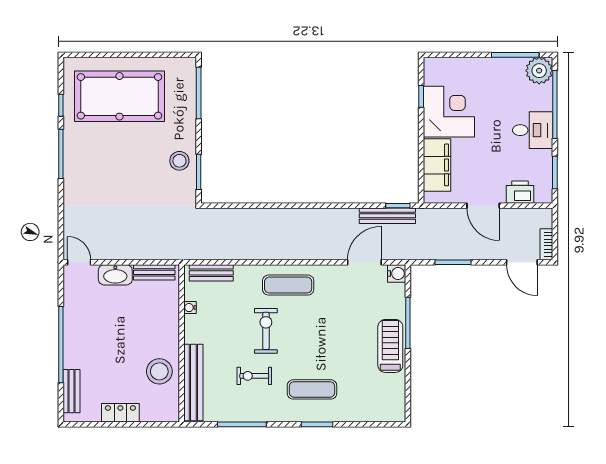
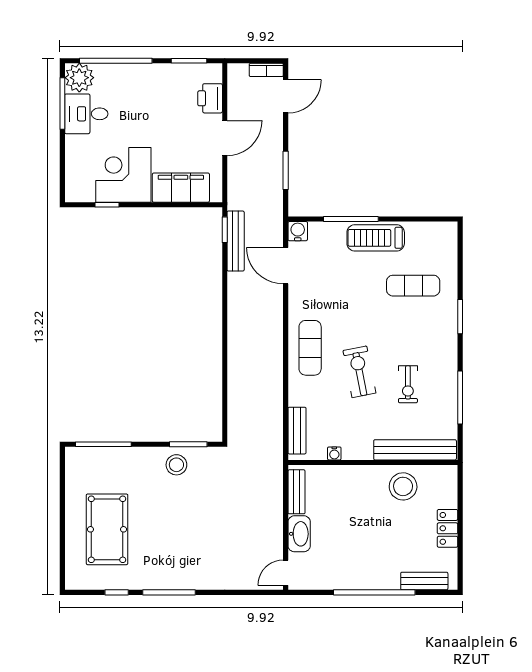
pool table: (119, 96) -> (107, 529), width x0.73, depth x0.76
desk: (533, 130) -> (86, 114), moved, turned -90
exercise bike: (266, 331) -> (359, 372), turned 79
exercise mat: (312, 389) -> (413, 286), moved, turned 90

